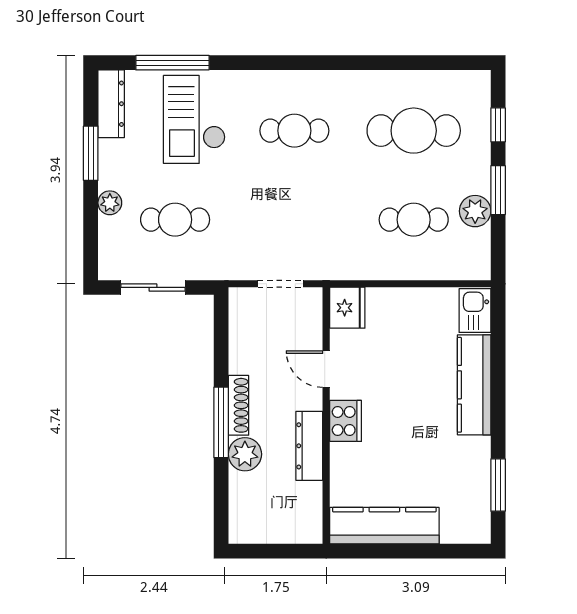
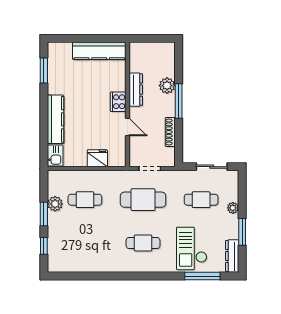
checkout: (194, 119) -> (192, 248), turned 180
cafe table: (414, 131) -> (143, 200), moved
fridge: (347, 308) -> (97, 158), moved, turned 90
shoe rack: (238, 405) -> (170, 132), moved

